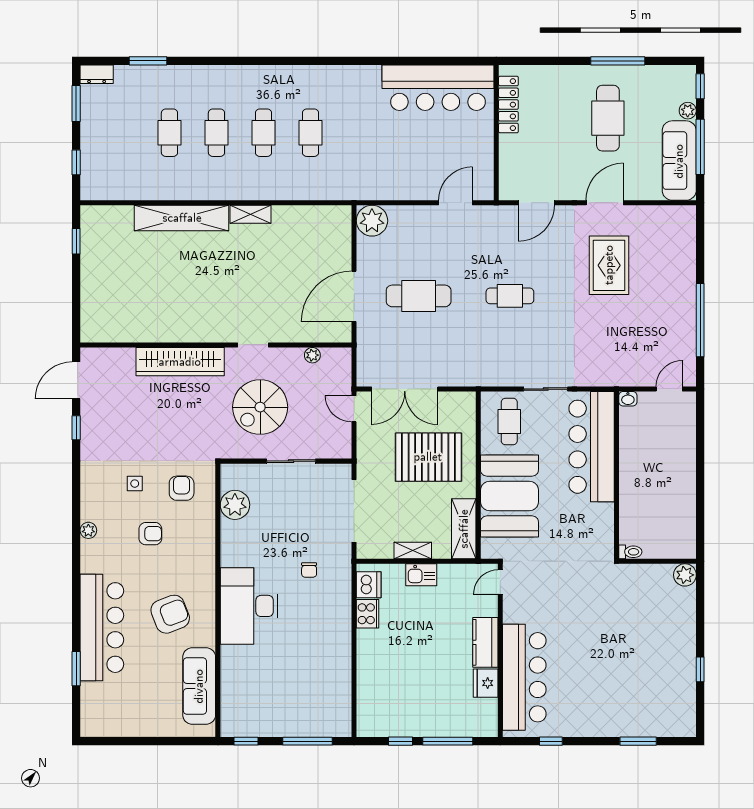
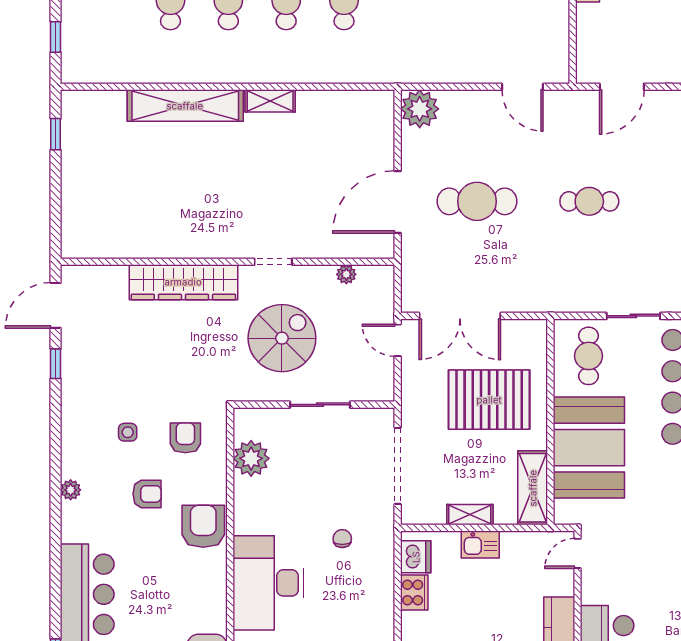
door: (456, 203) -> (522, 87), swing flipped
spiral stairs: (260, 407) -> (282, 338), turned 180
chair: (309, 570) -> (342, 539), turned 180
armchair: (170, 614) -> (203, 526), moved, turned -69

